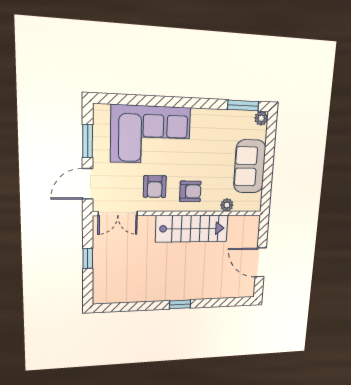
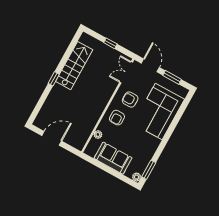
stairs: (192, 229) -> (74, 66), moved, turned 180

